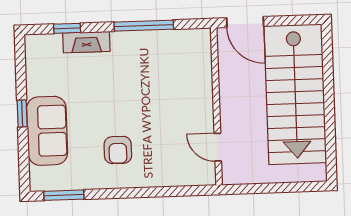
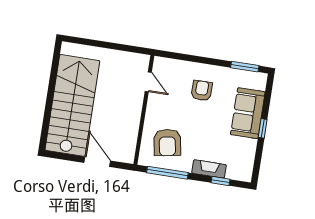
armchair: (152, 68) -> (167, 143), added
wall: (216, 106) -> (144, 110), moved
door: (218, 147) -> (148, 82), moved

